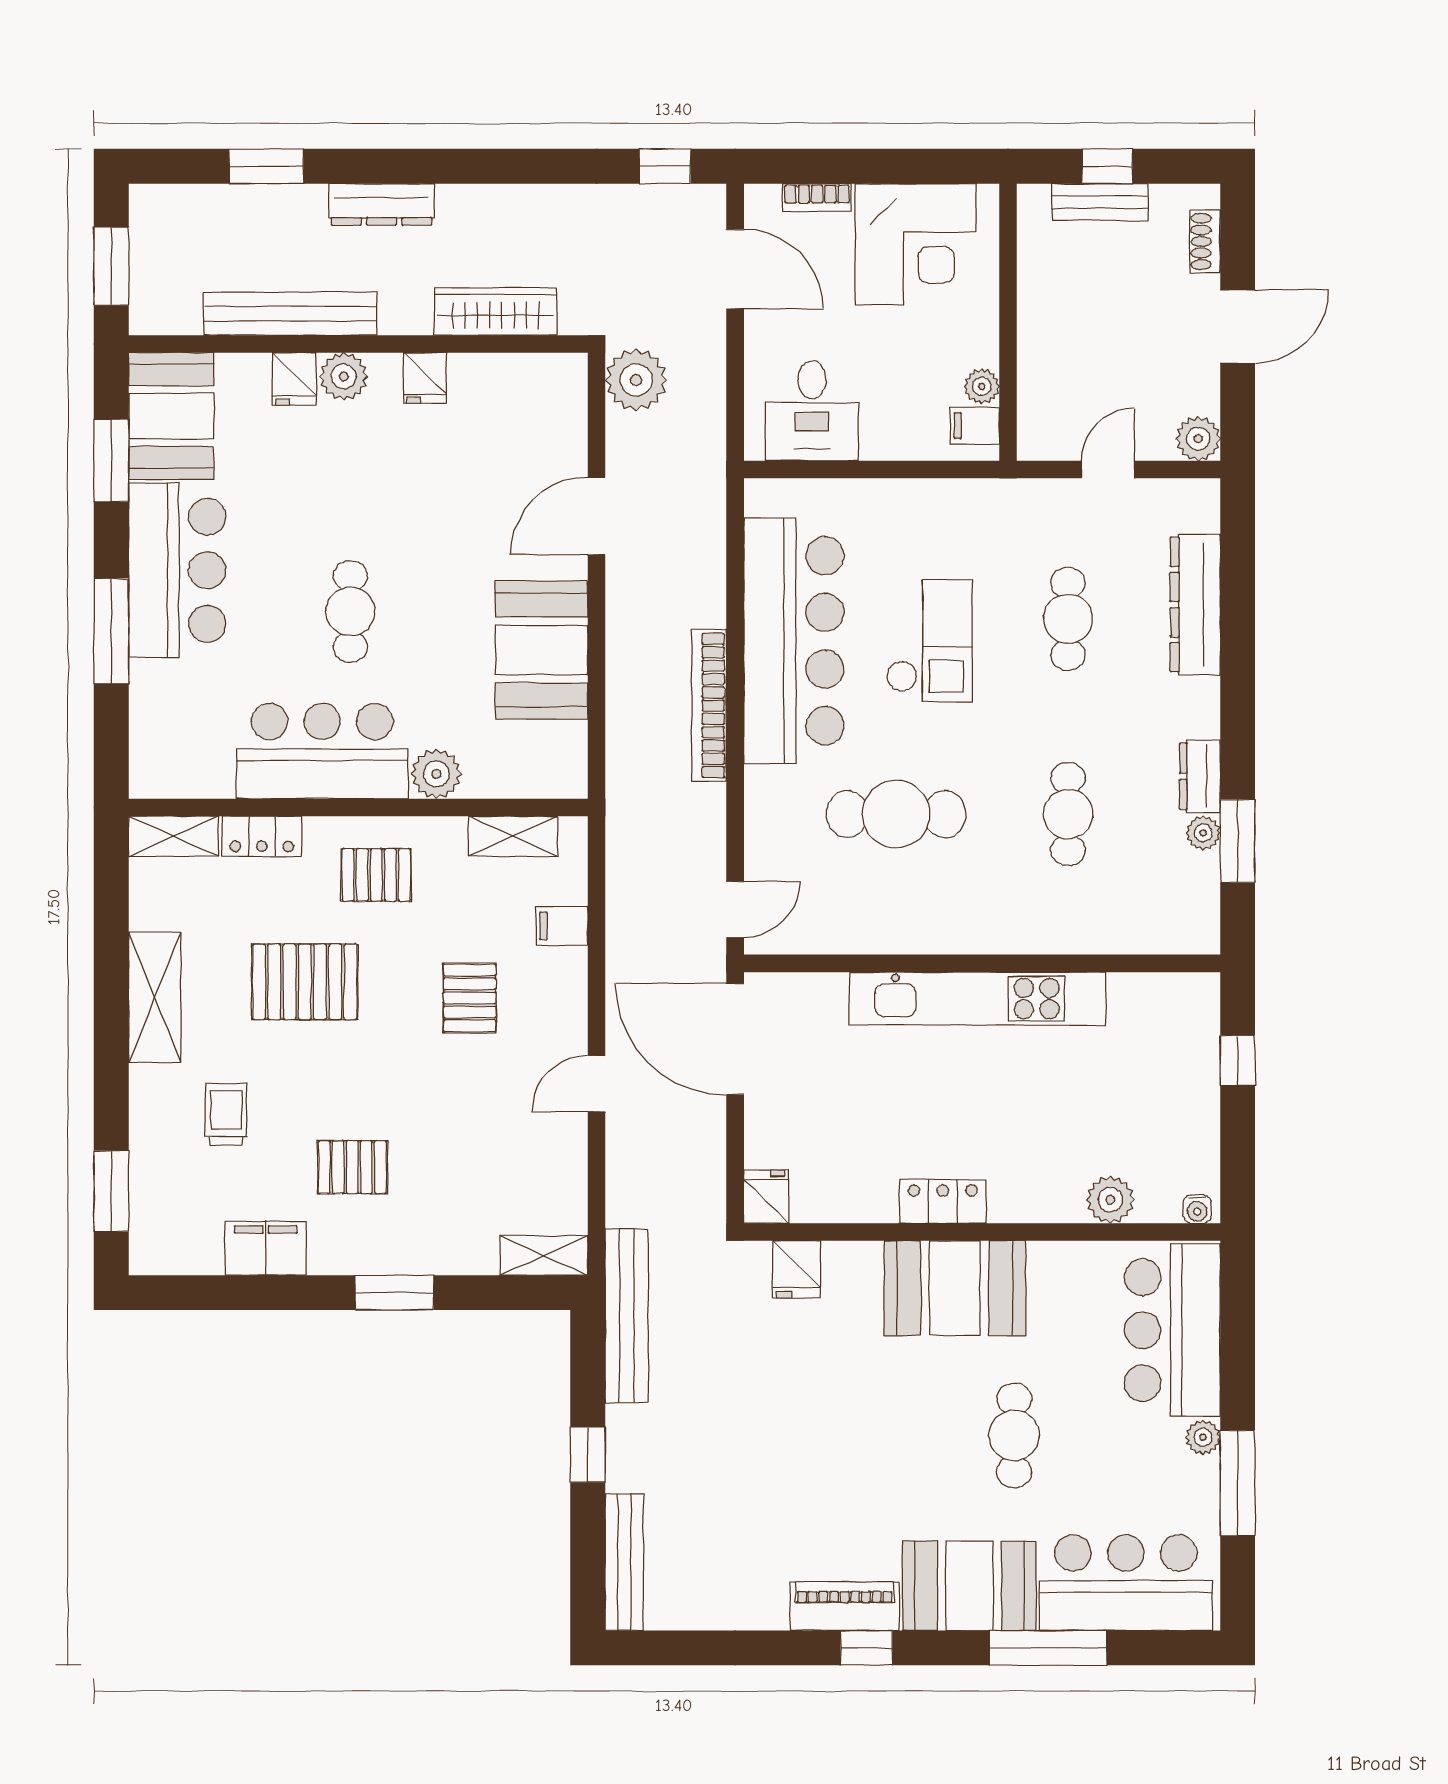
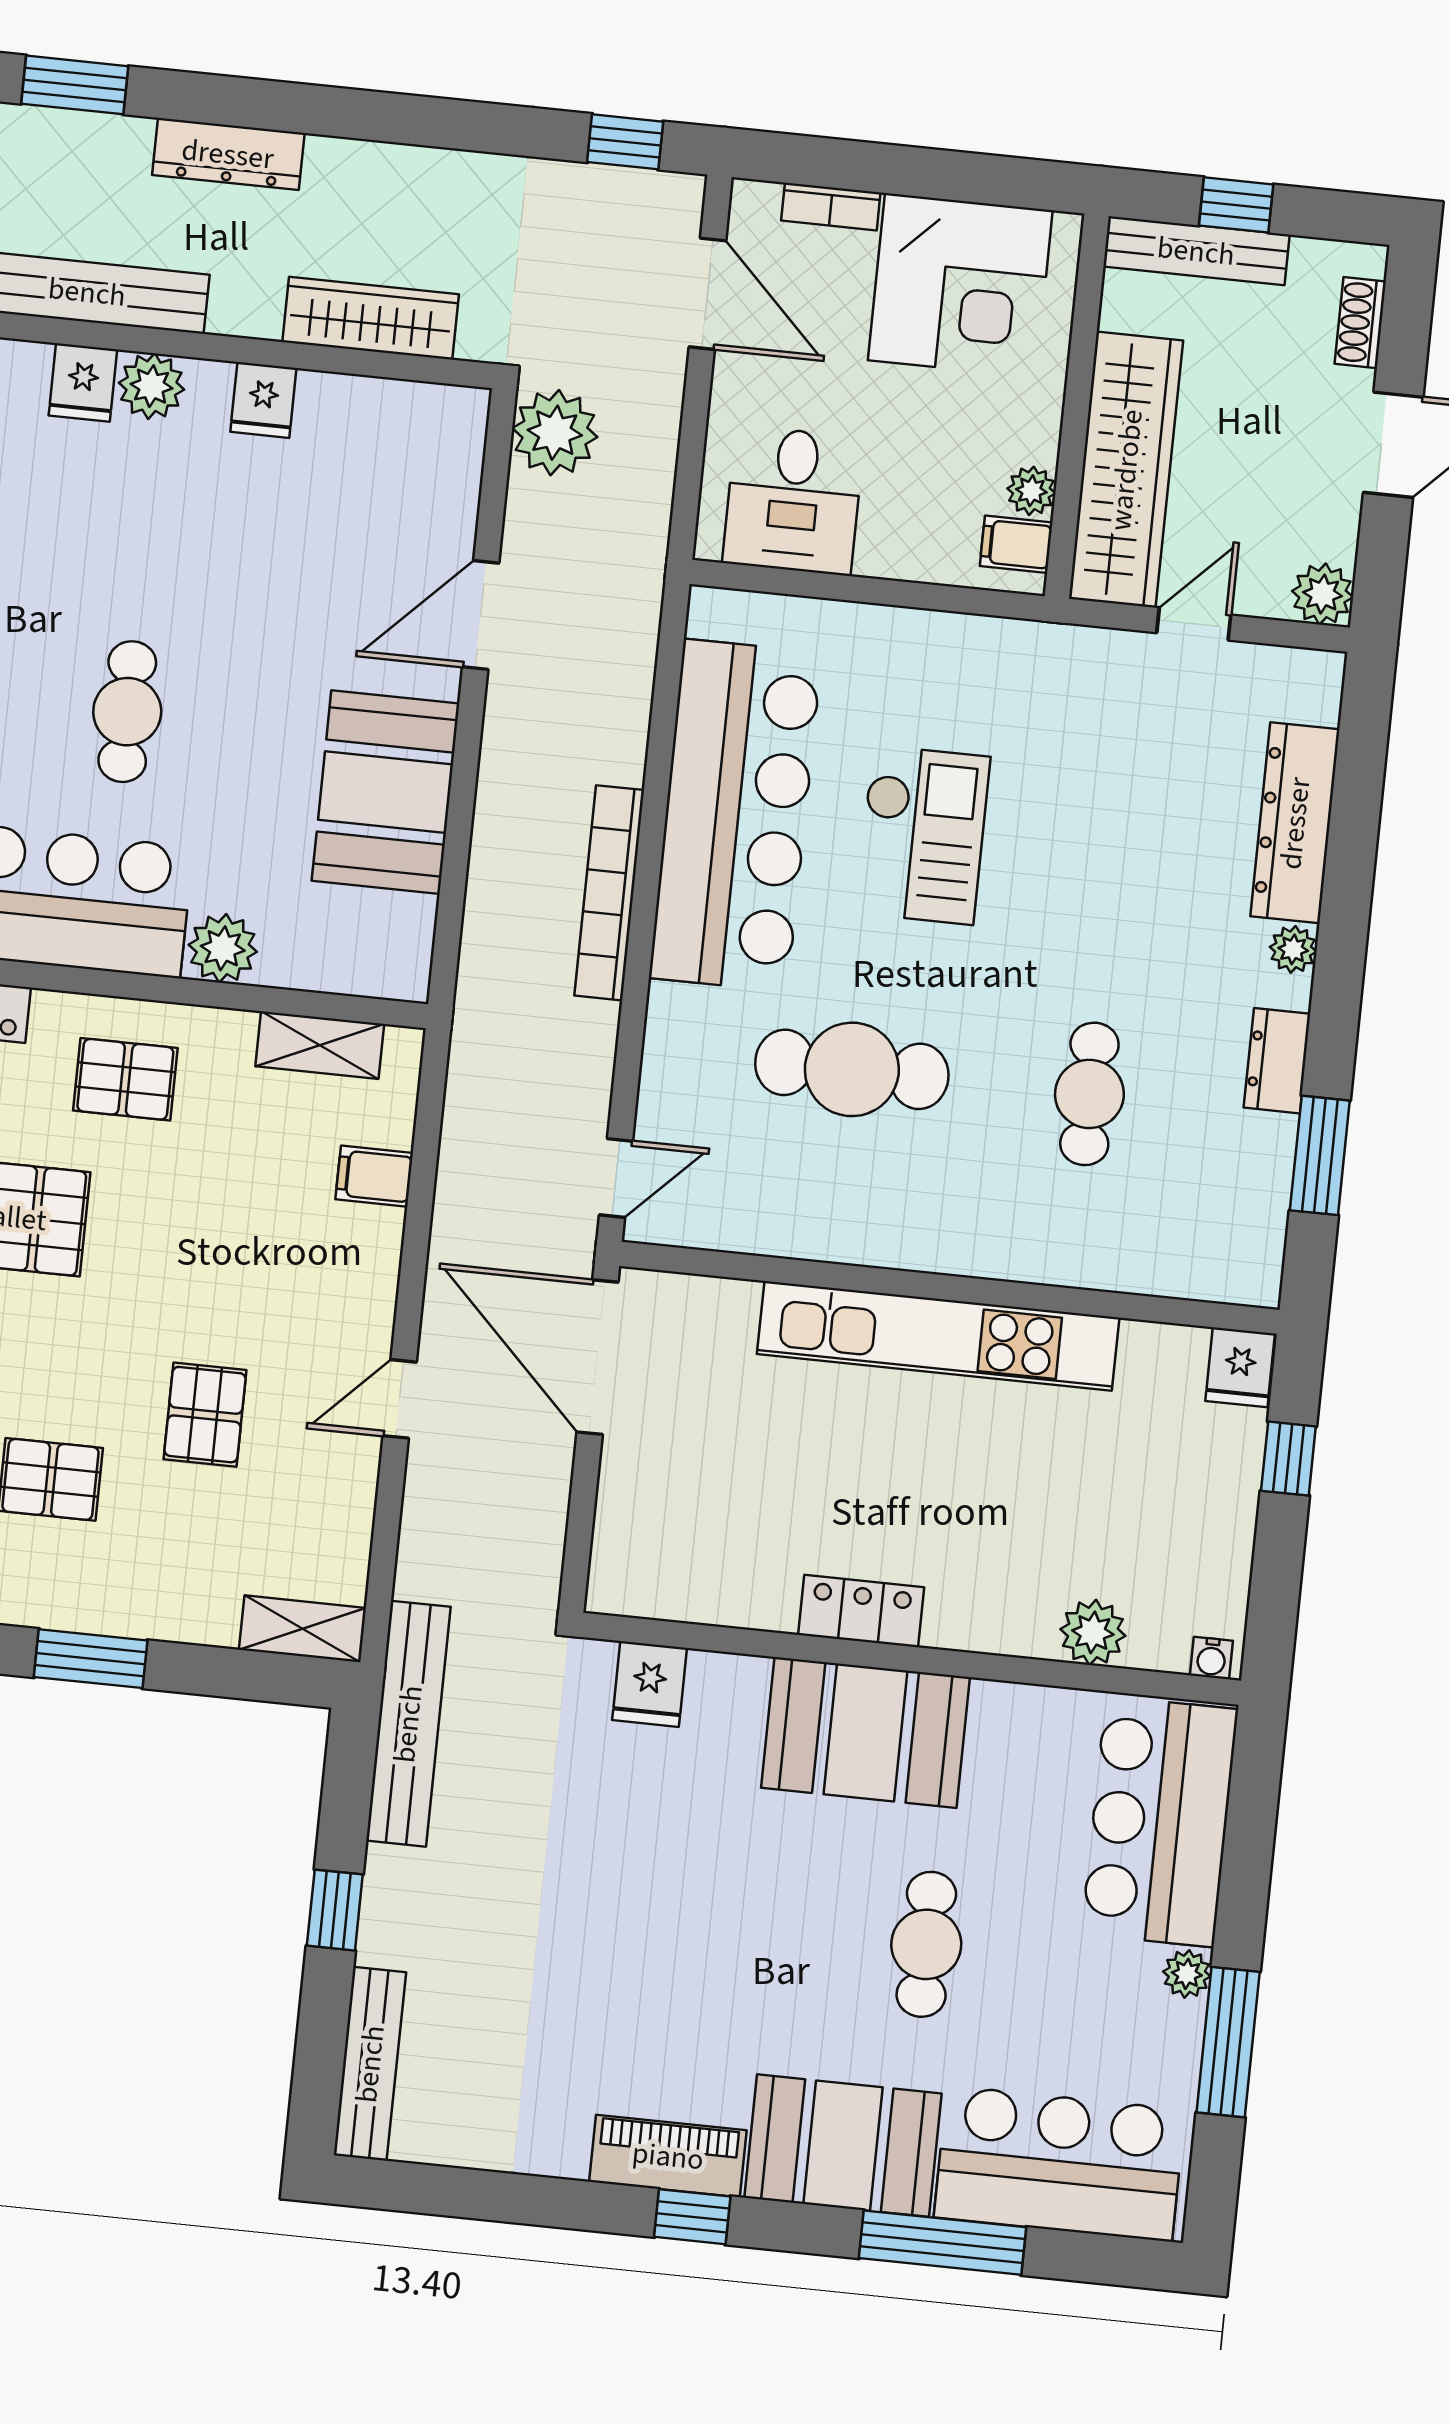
bench: (1100, 202) -> (1196, 251), width x1.36
wardrobe: (1048, 364) -> (1126, 470), added
cafe table: (1068, 619) -> (1117, 824), removed
plant: (1203, 833) -> (1293, 949), moved
pallet: (470, 998) -> (205, 1415), moved
fridge: (766, 1197) -> (1240, 1367), moved, turned 180

